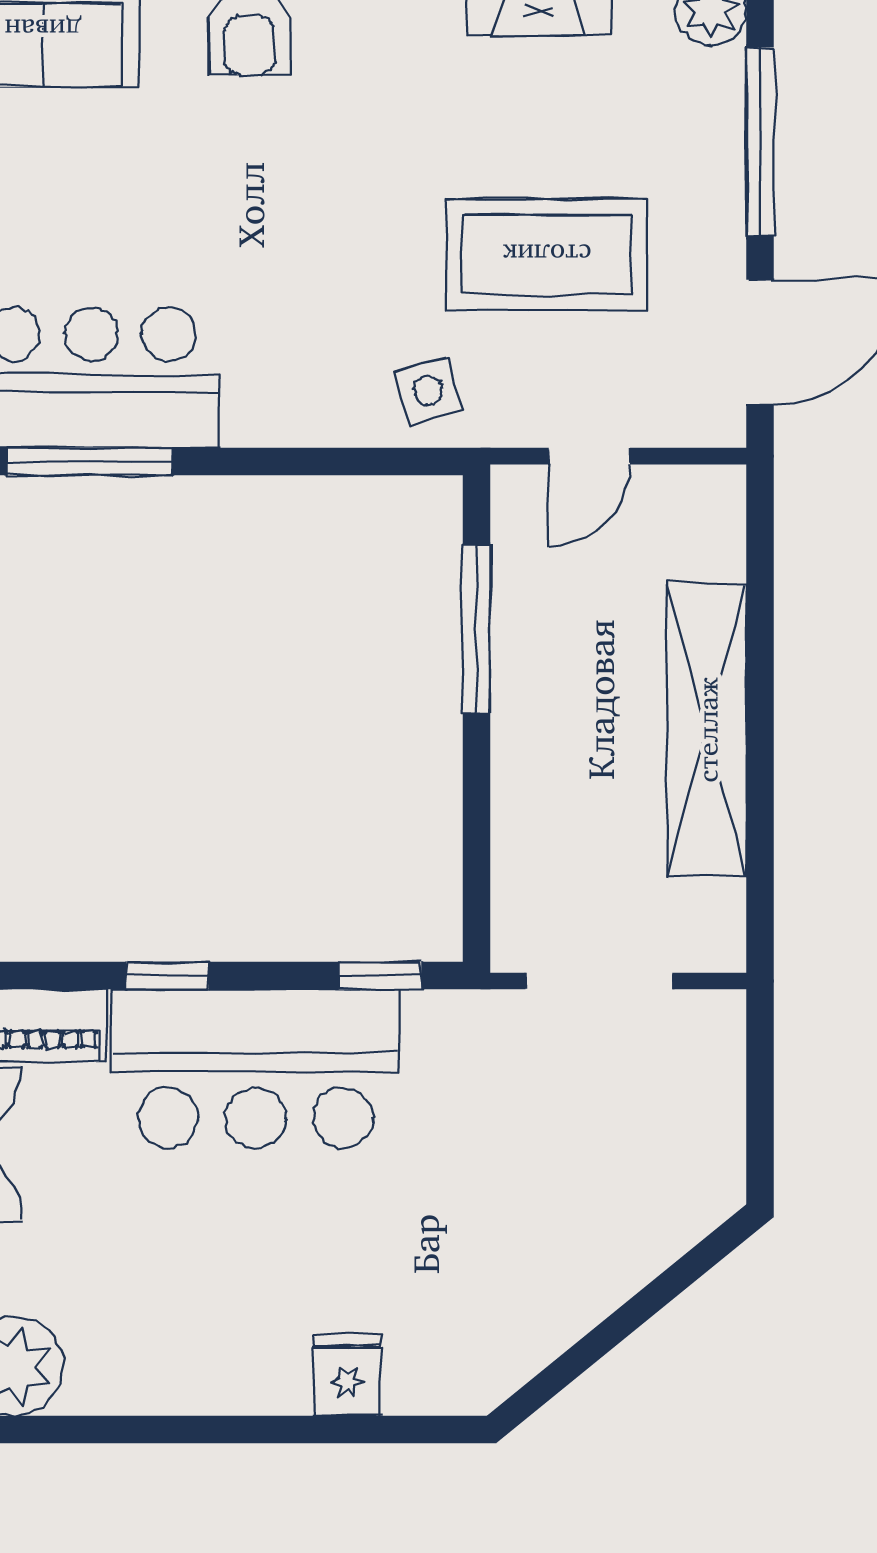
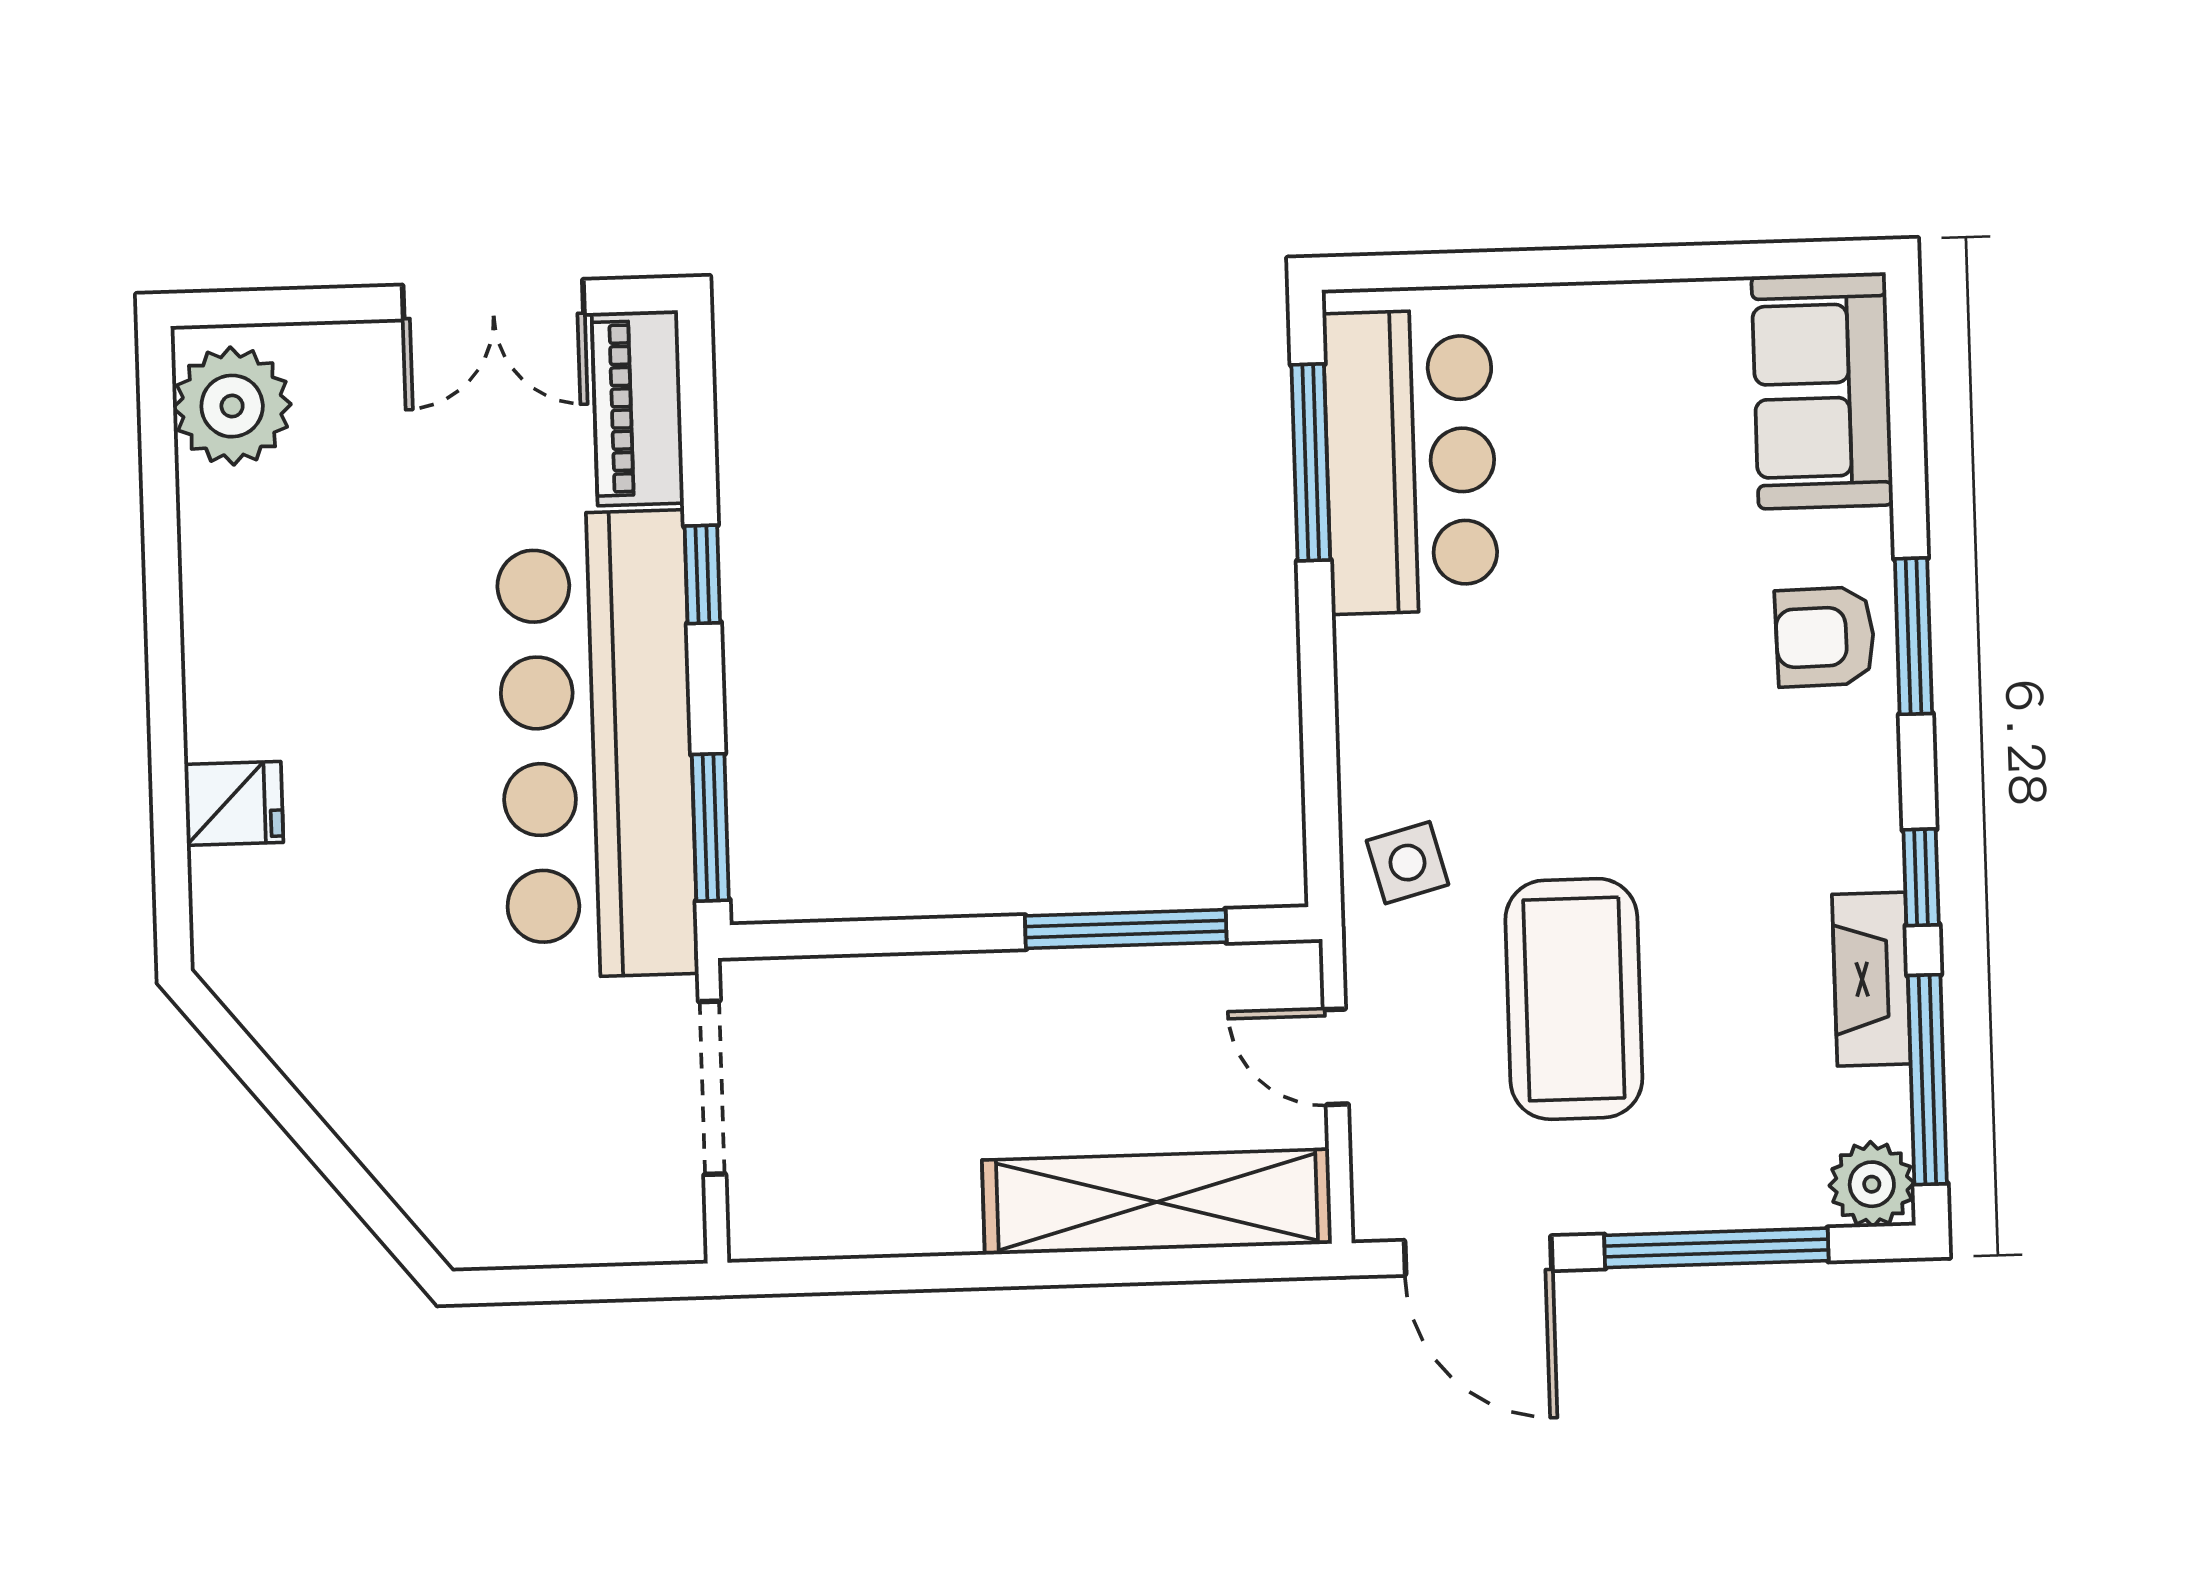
shelving: (707, 730) -> (1157, 1202), moved
window: (380, 976) -> (710, 827), width x1.50
bar counter: (255, 1069) -> (597, 744), width x1.36

